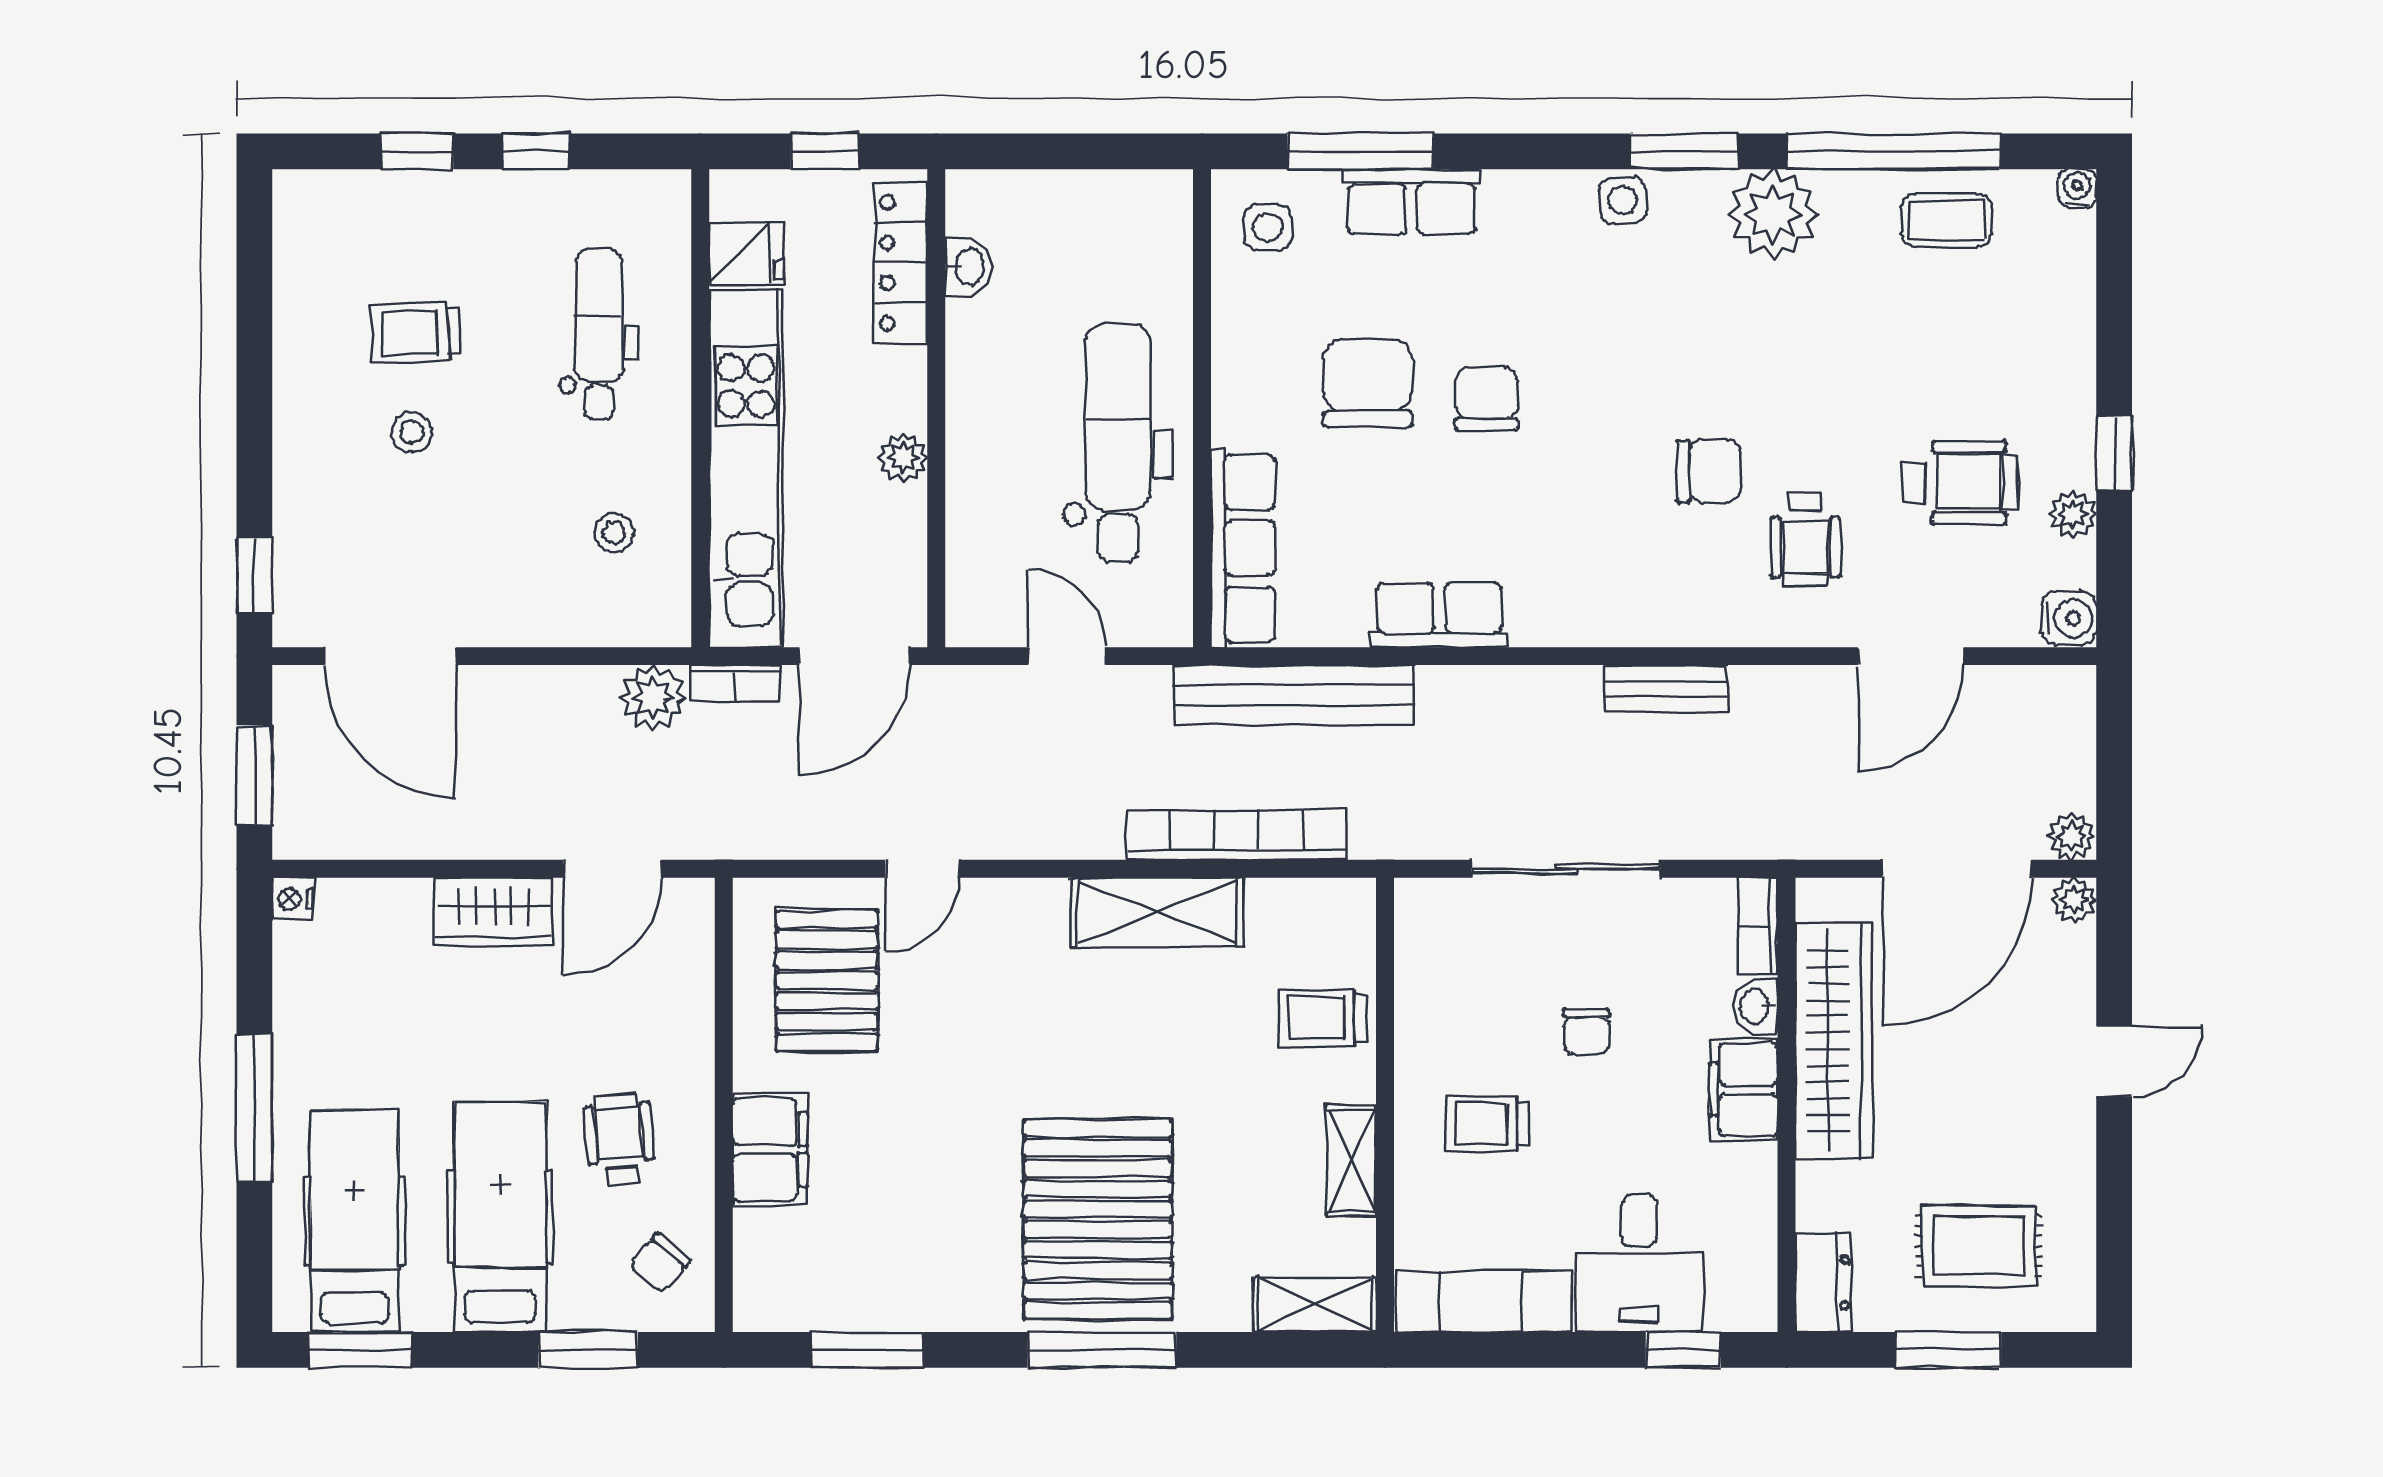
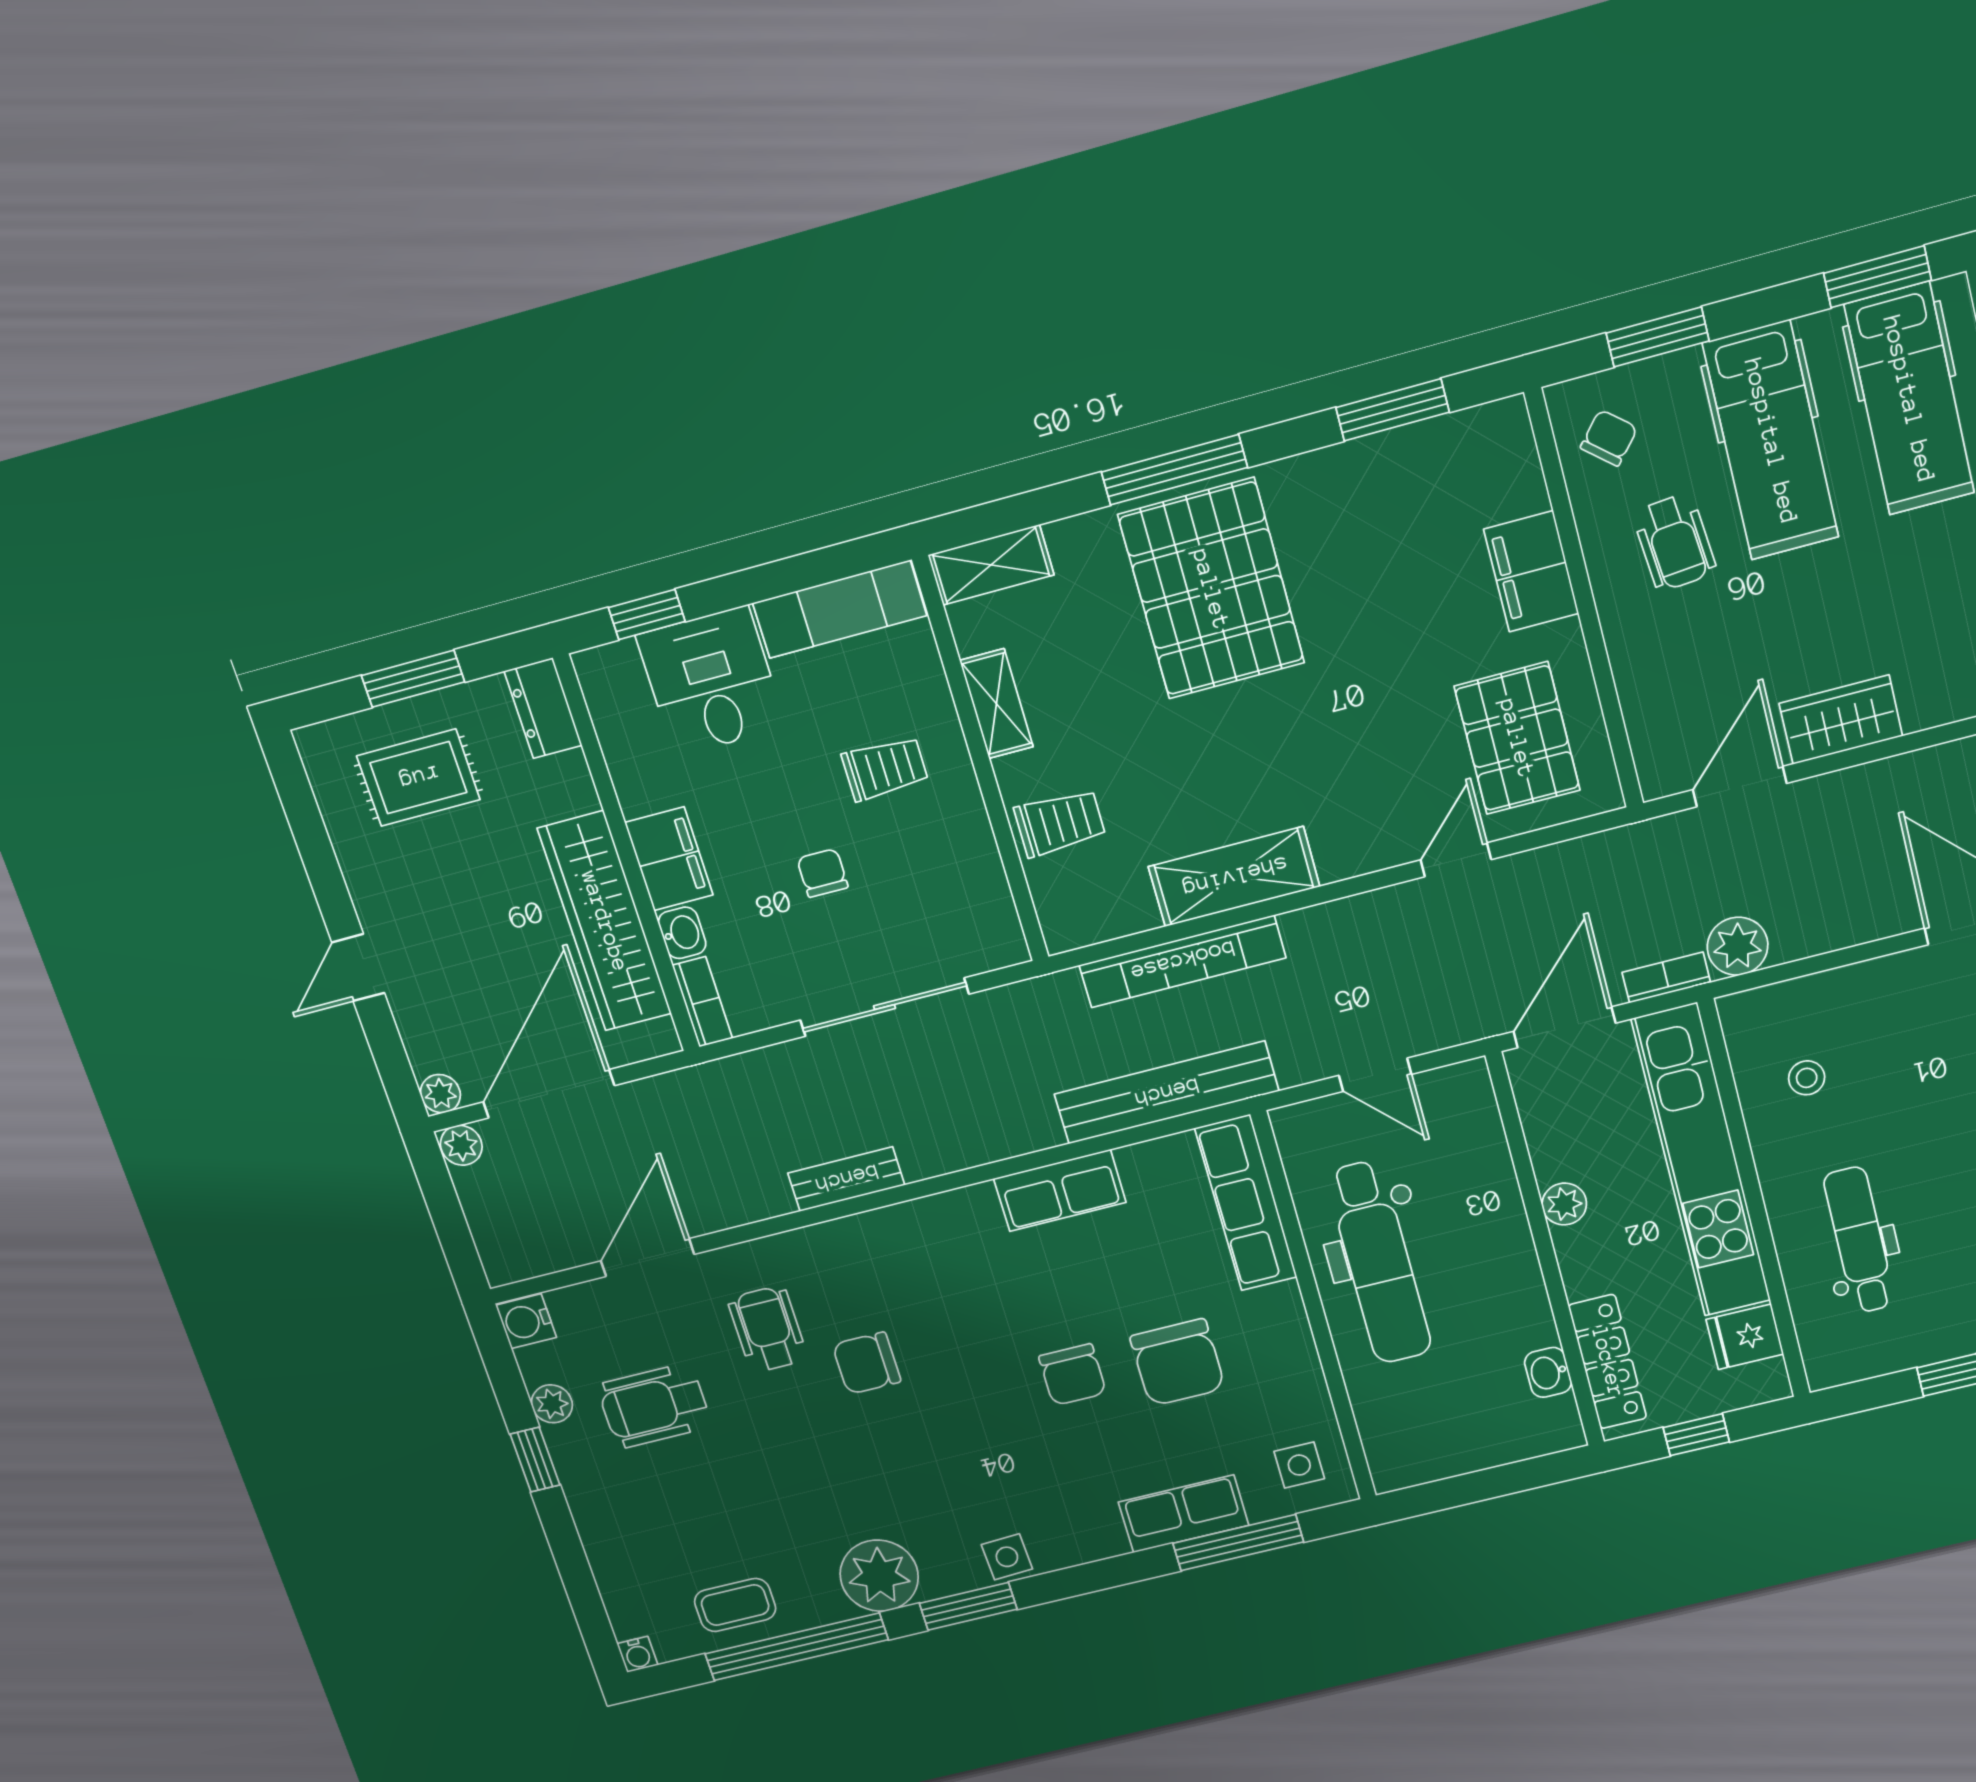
dental chair: (599, 334) -> (1859, 1240), turned 180

